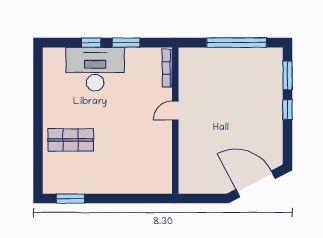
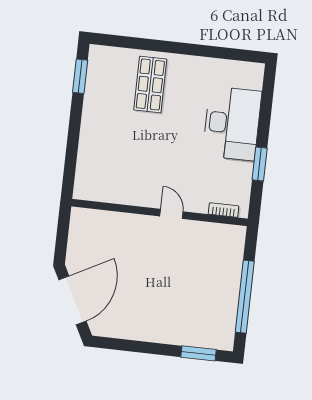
window: (91, 43) -> (264, 122), removed
bookcase: (167, 68) -> (224, 210), width x0.64
window: (287, 110) -> (157, 349), removed

